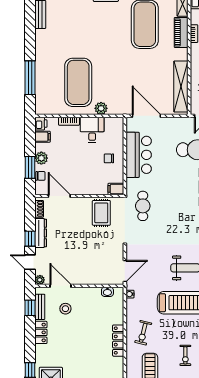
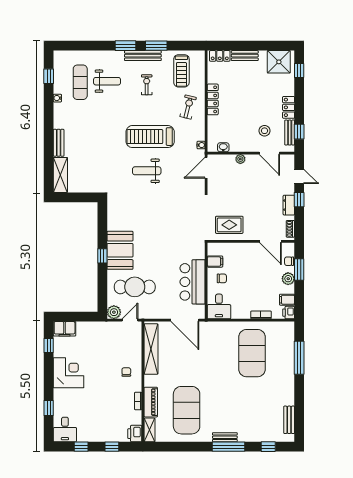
plant: (101, 108) -> (230, 328), removed
desk: (92, 130) -> (219, 306), moved
filing cabinet: (116, 189) -> (215, 262), moved
cafe table: (143, 206) -> (189, 232), removed
rug: (101, 213) -> (229, 225), turned 90
dresser: (41, 233) -> (289, 205), width x0.70
plant: (40, 280) -> (240, 159), moved

